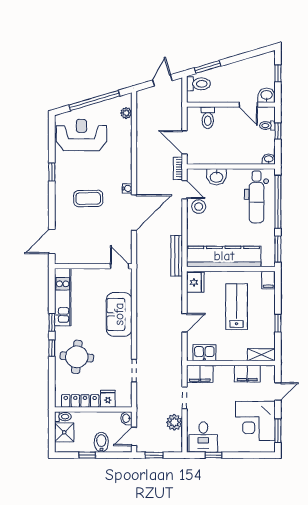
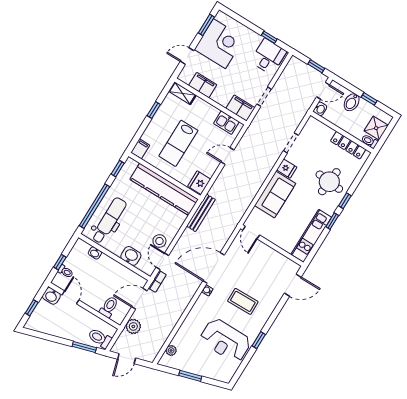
window: (94, 101) -> (190, 376), width x0.47
reception desk: (81, 135) -> (225, 340), moved
door: (185, 142) -> (139, 299), swing flipped
washbasin: (269, 159) -> (95, 253), moved
window: (278, 249) -> (118, 169), width x0.67
fridge: (108, 399) -> (287, 168), moved, turned -90
plant: (174, 422) -> (133, 326), moved

